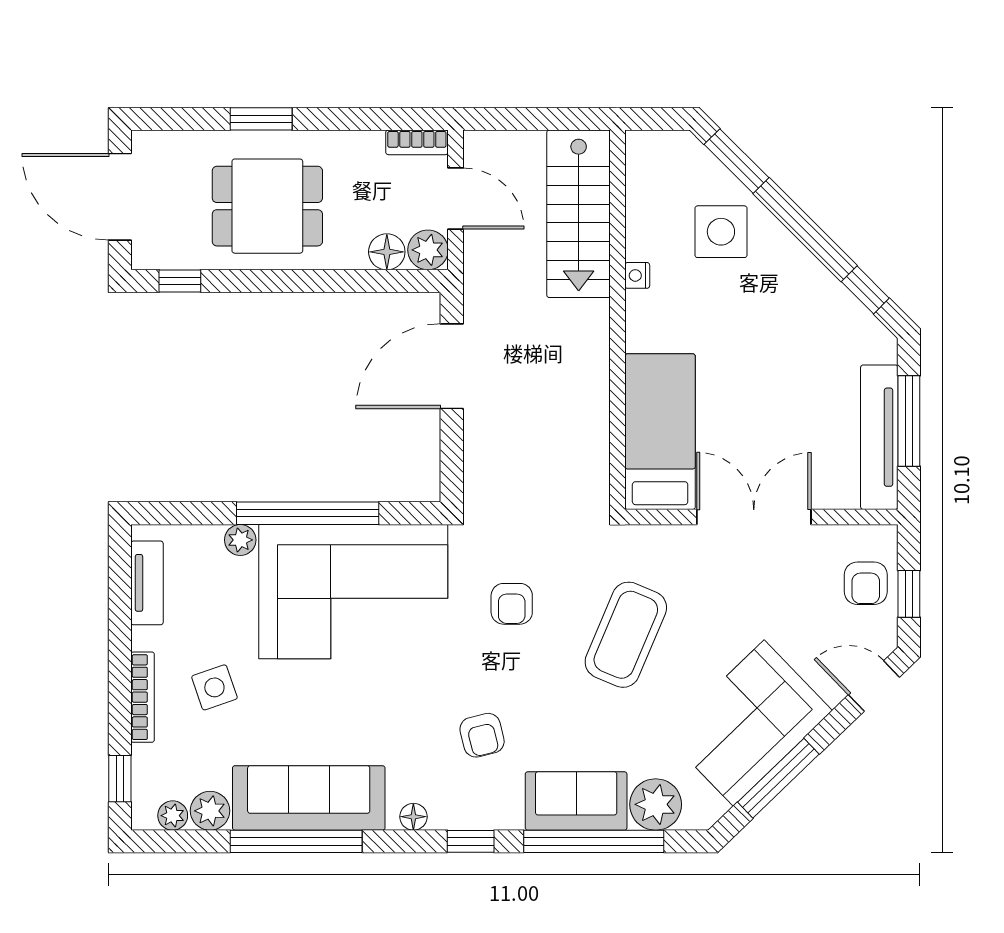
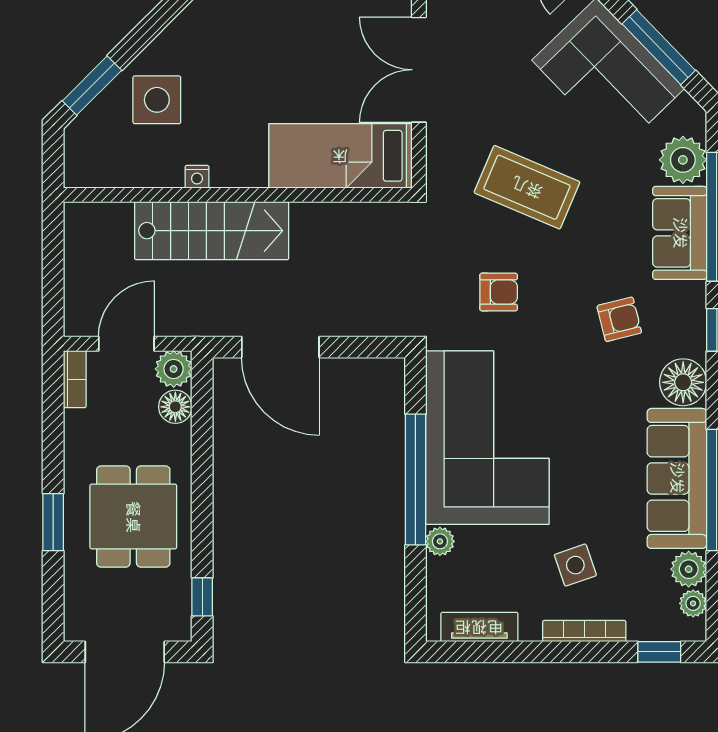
stairs: (579, 214) -> (212, 231), moved
floor lamp: (413, 817) -> (683, 382), width x1.89, depth x1.89

